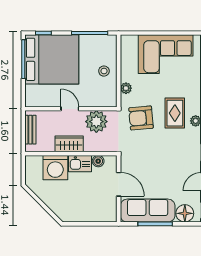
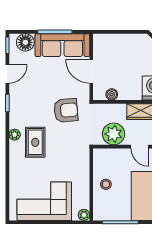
plant: (126, 88) -> (84, 215), moved
armchair: (141, 118) -> (66, 110), moved
kitchen sink: (80, 164) -> (130, 92), removed

